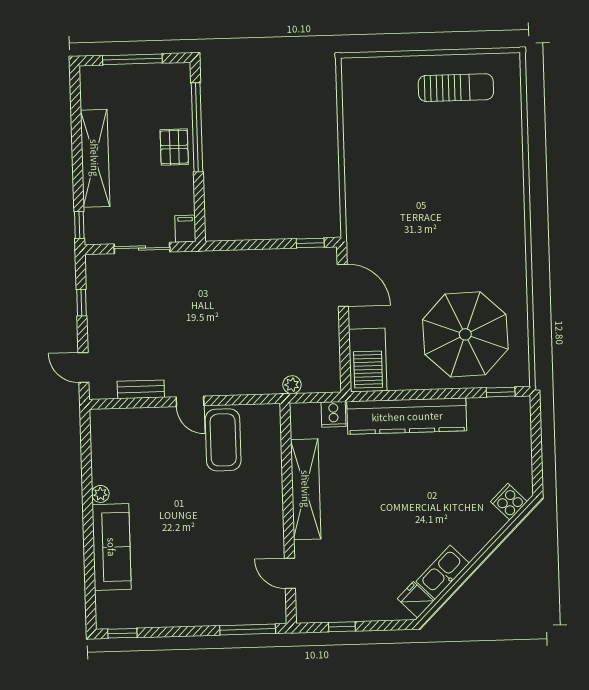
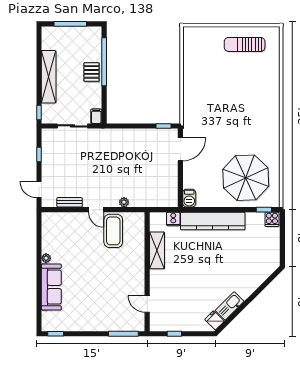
sun lounger: (456, 88) -> (245, 44), turned 180
door: (343, 285) -> (180, 149), hinge flipped
barbecue: (368, 360) -> (189, 198), width x0.53, depth x0.65
plant: (292, 385) -> (124, 202), moved
shelving: (306, 489) -> (157, 250), width x0.68
cooker: (509, 502) -> (272, 219), moved, turned -135

